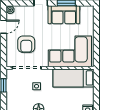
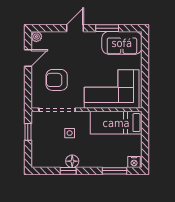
sofa: (64, 15) -> (122, 43), moved
armchair: (26, 44) -> (57, 80), turned 90

